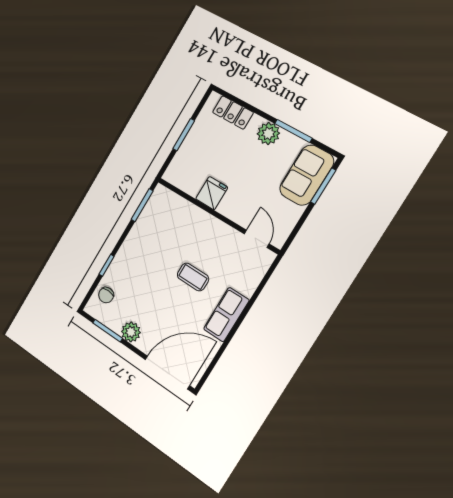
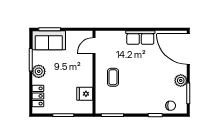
fridge: (212, 193) -> (85, 94), moved
coffee table: (193, 277) -> (113, 77), moved

